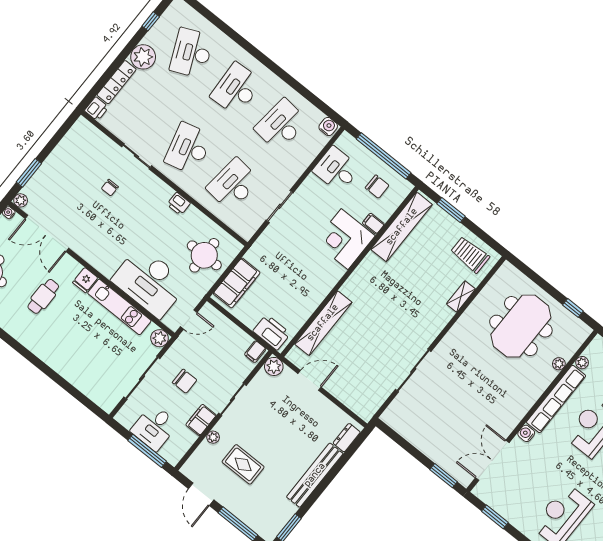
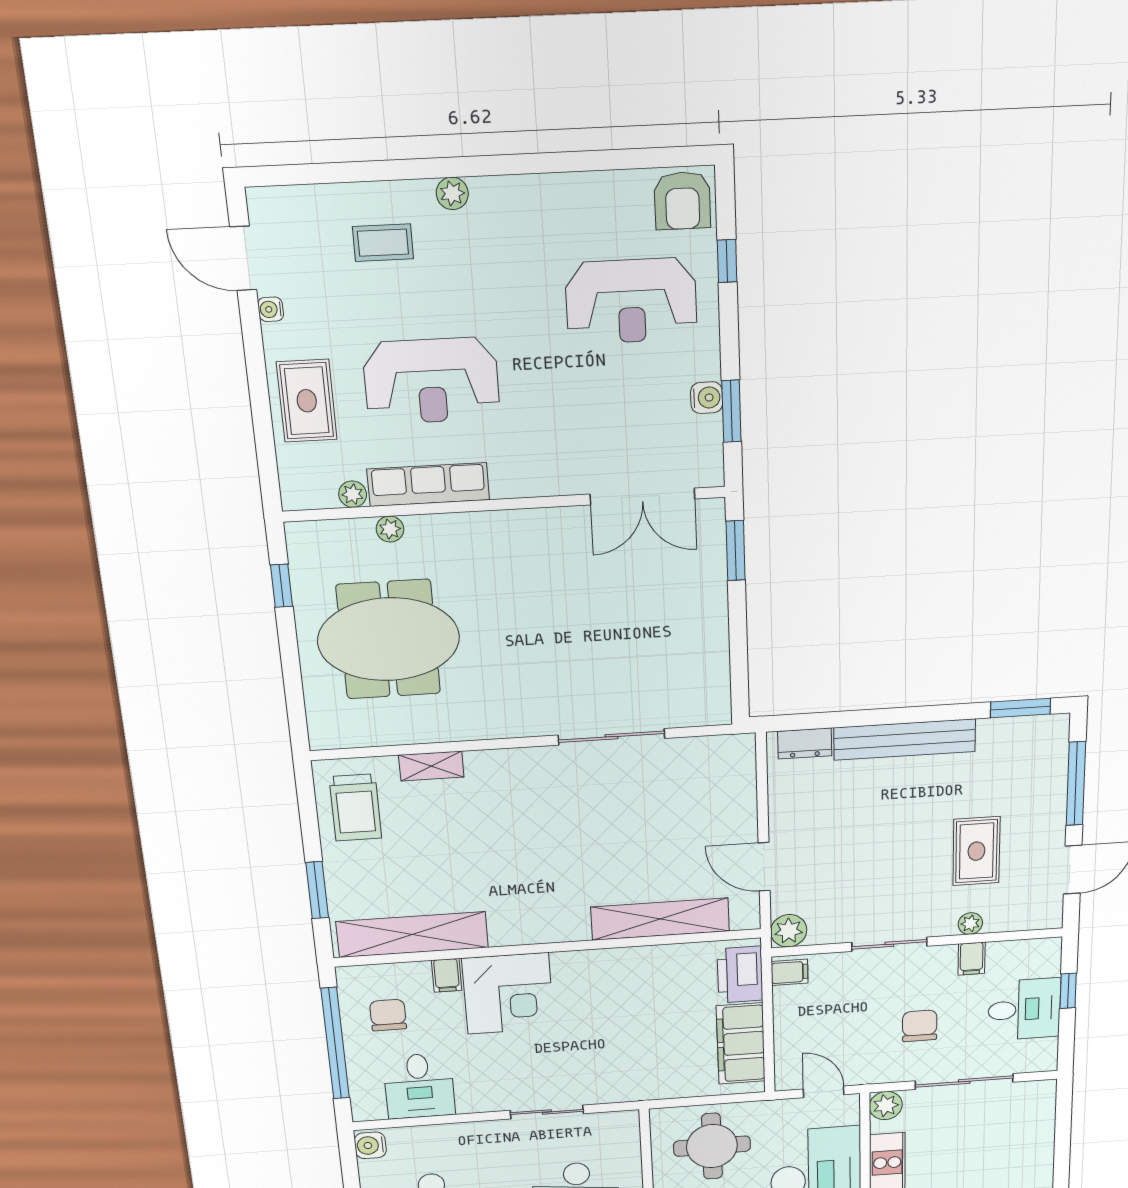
filing cabinet: (237, 283) -> (741, 1044), moved, turned -90
row of seats: (556, 399) -> (428, 484), width x0.73
filing cabinet: (201, 420) -> (972, 959), width x0.50
water cooler: (526, 433) -> (707, 398), moved, turned -90
window: (147, 451) -> (1068, 991), width x0.46

